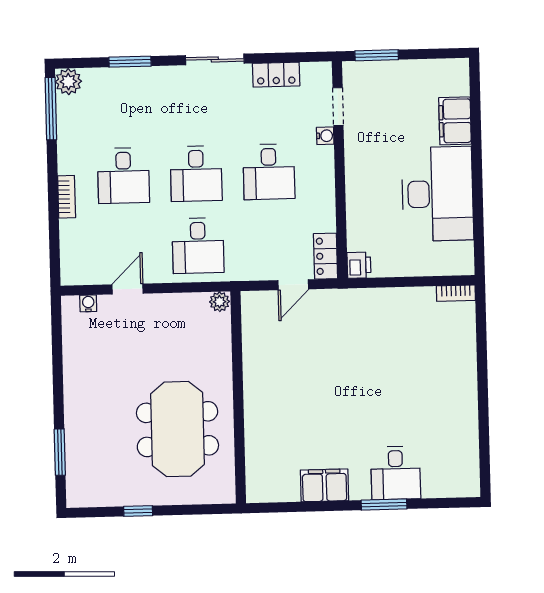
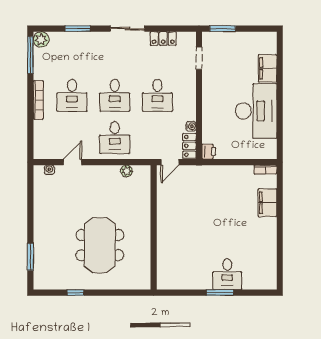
water cooler: (325, 136) -> (191, 126), moved
bookcase: (67, 197) -> (38, 100), width x1.56
wall: (238, 397) -> (154, 227), moved
filing cabinet: (325, 485) -> (267, 203), moved, turned -90

